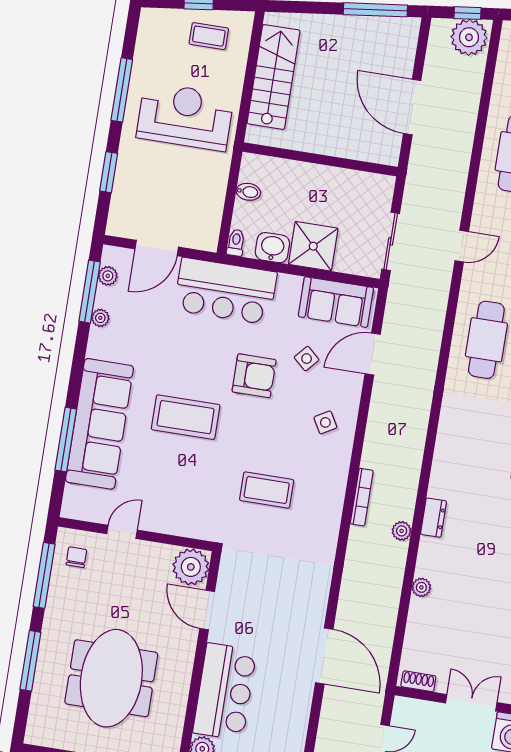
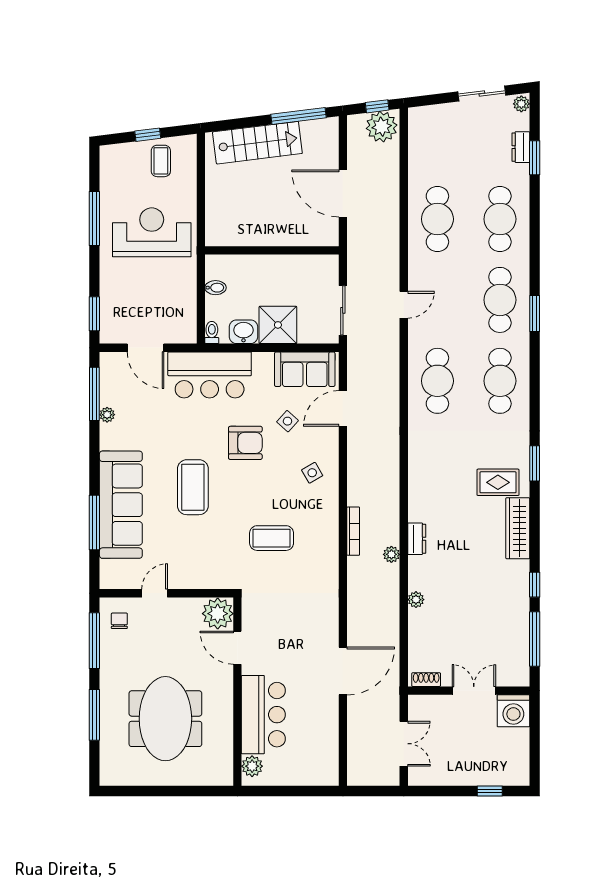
coffee table: (209, 36) -> (161, 161), turned 90
stairs: (274, 77) -> (257, 143), moved, turned 83
window: (109, 172) -> (94, 314), moved
door: (157, 248) -> (146, 348), hinge flipped
plant: (108, 276) -> (108, 378), removed
coffee table: (186, 417) -> (193, 487), turned 90
door: (324, 656) -> (343, 671), hinge flipped

